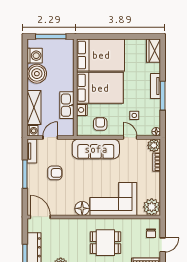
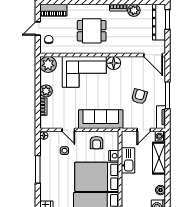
boiler: (37, 74) -> (161, 190), width x0.54, depth x0.54
tv unit: (155, 86) -> (44, 178), removed
plant: (154, 145) -> (46, 91), moved
armchair: (55, 173) -> (139, 96), turned 105

